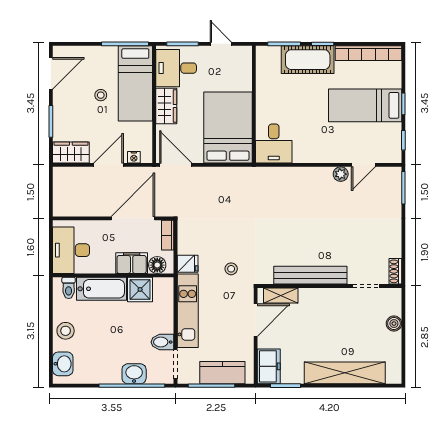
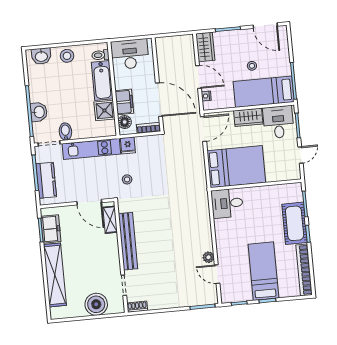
boiler: (394, 324) -> (96, 304), width x1.86, depth x1.86
freezer: (269, 366) -> (51, 229), moved, turned -90

